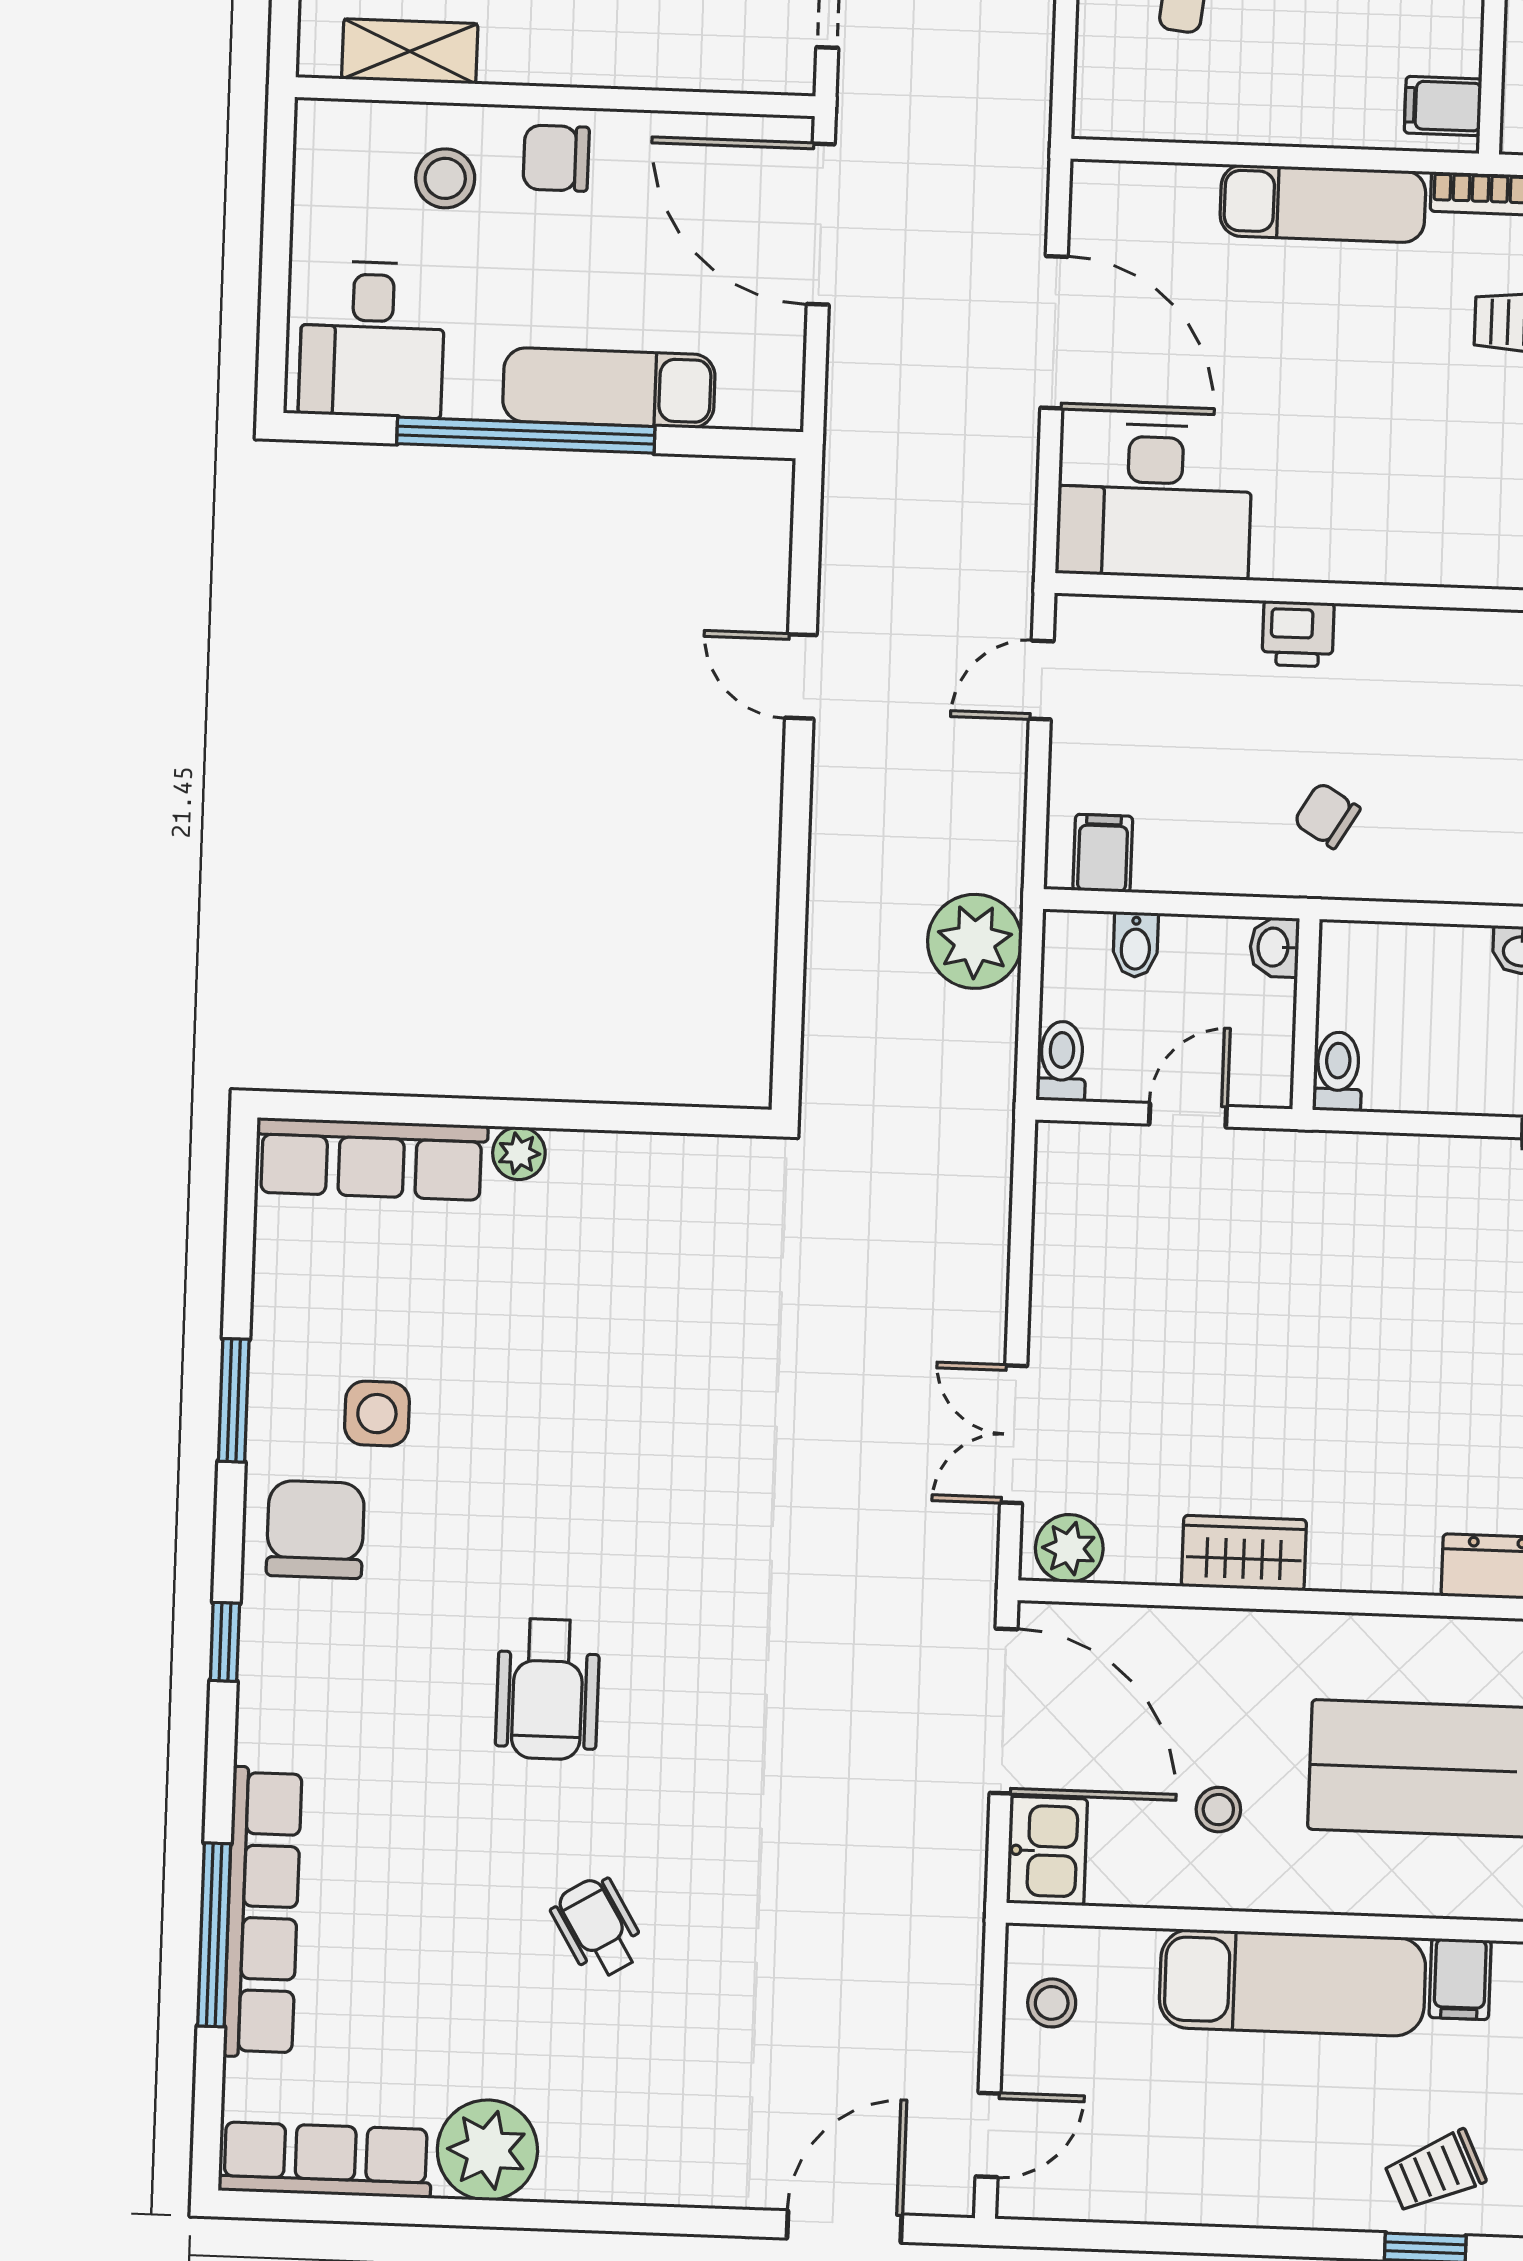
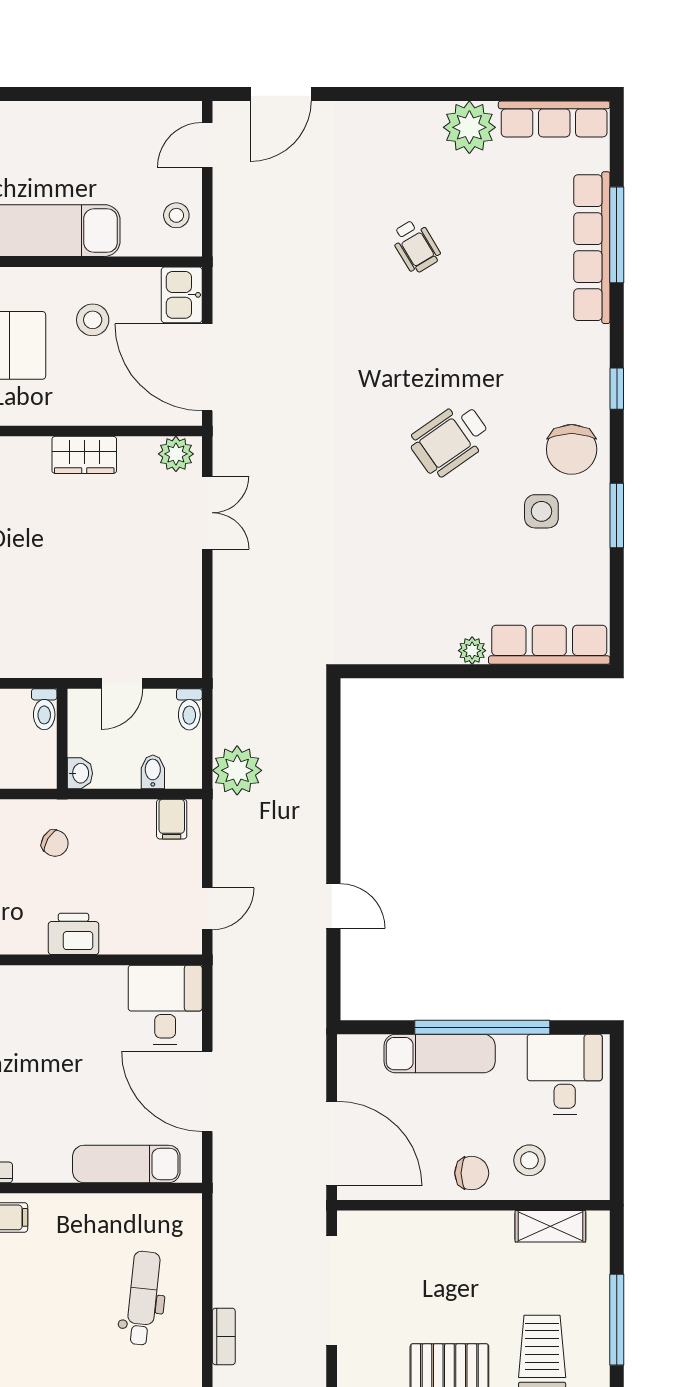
exam couch: (1323, 204) -> (126, 1164), moved
desk: (1154, 501) -> (165, 1005), width x0.73
printer: (1298, 634) -> (74, 934), width x1.36, depth x1.24
wheelchair: (548, 1689) -> (450, 440), moved, turned -125
stool: (1218, 1810) -> (93, 320), width x1.37, depth x1.37

